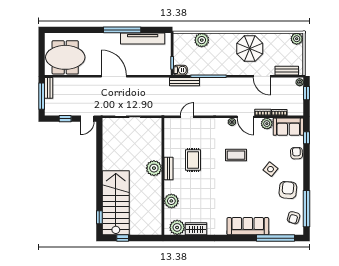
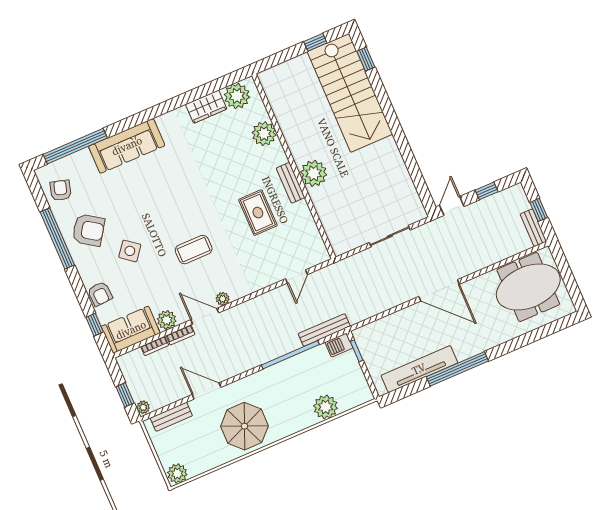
window: (42, 96) -> (539, 210), width x0.46
armchair: (288, 190) -> (88, 230), turned -61
window: (307, 209) -> (57, 238), moved

